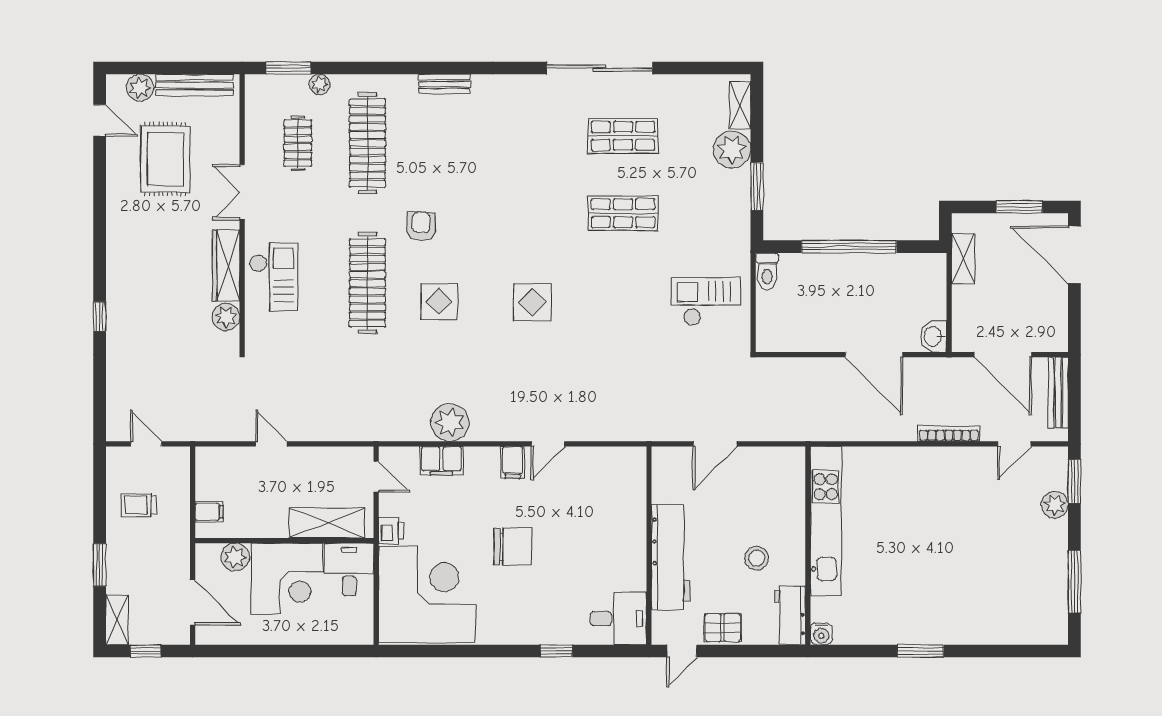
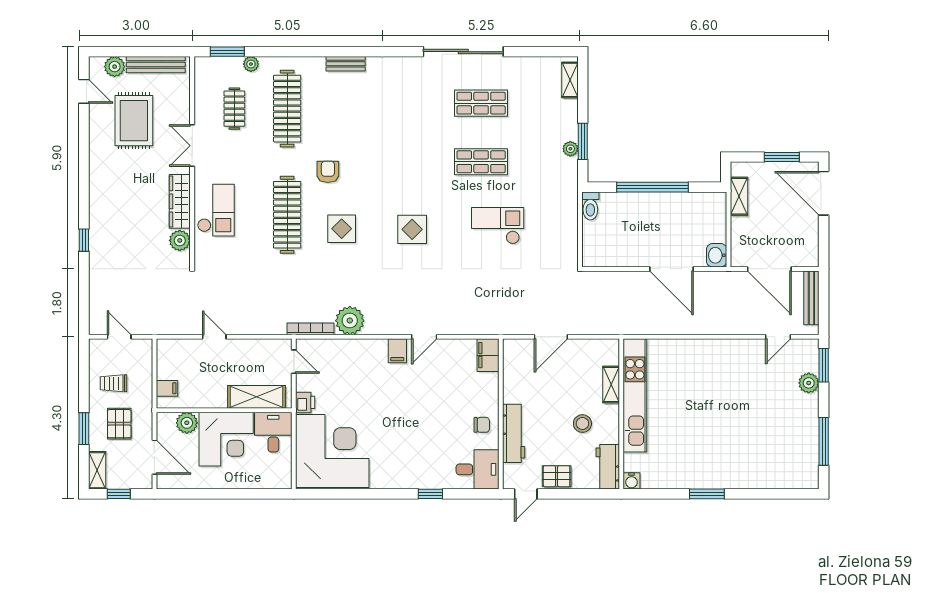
plant: (732, 150) -> (570, 149), moved, width x0.53, depth x0.53
checkout: (706, 301) -> (498, 226), moved
bookcase: (949, 433) -> (310, 329), moved
filing cabinet: (441, 461) -> (488, 355), moved, turned 90
shelving: (794, 507) -> (611, 384), added
chair: (513, 547) -> (482, 425), moved, width x0.54, depth x0.54
workbench: (671, 557) -> (514, 433), width x0.73, depth x0.76
pallet: (146, 558) -> (119, 424), added

